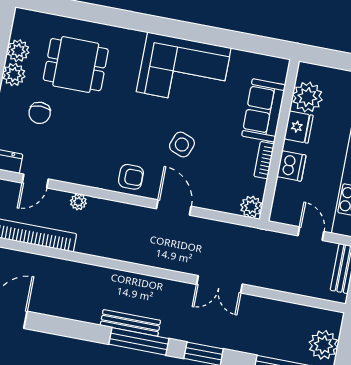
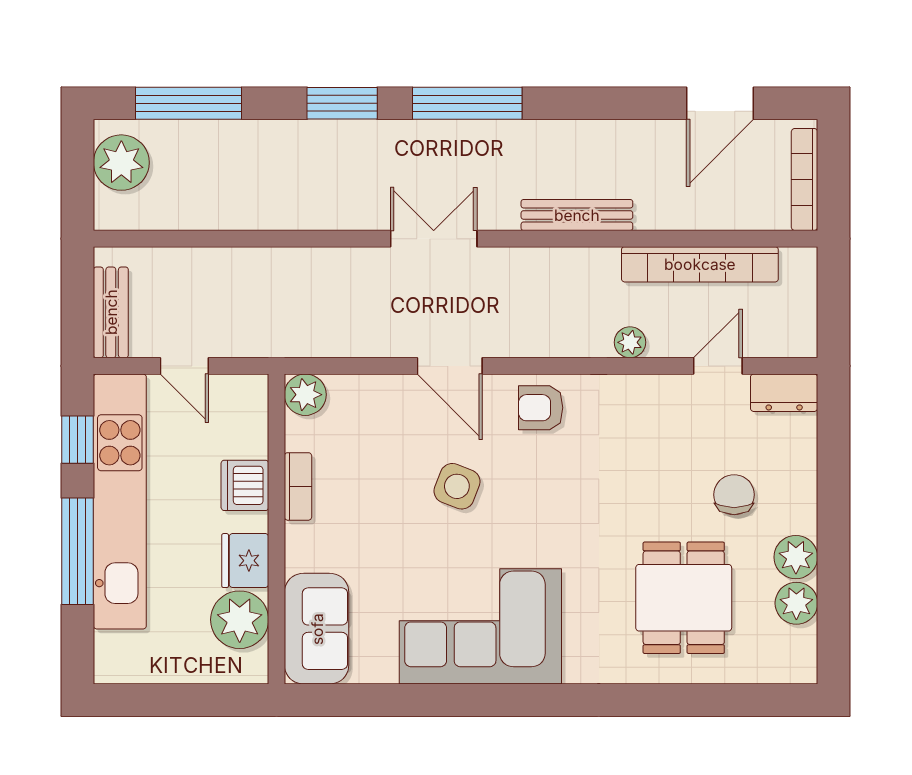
dining table: (76, 65) -> (684, 598), turned 90
sofa: (264, 110) -> (317, 629), moved
double door: (219, 284) -> (434, 239), moved
bench: (130, 323) -> (577, 215), moved

